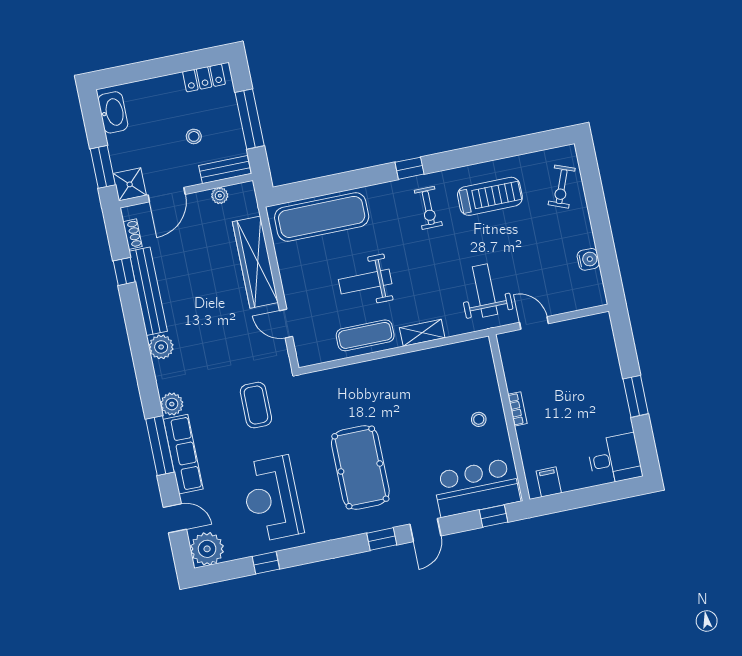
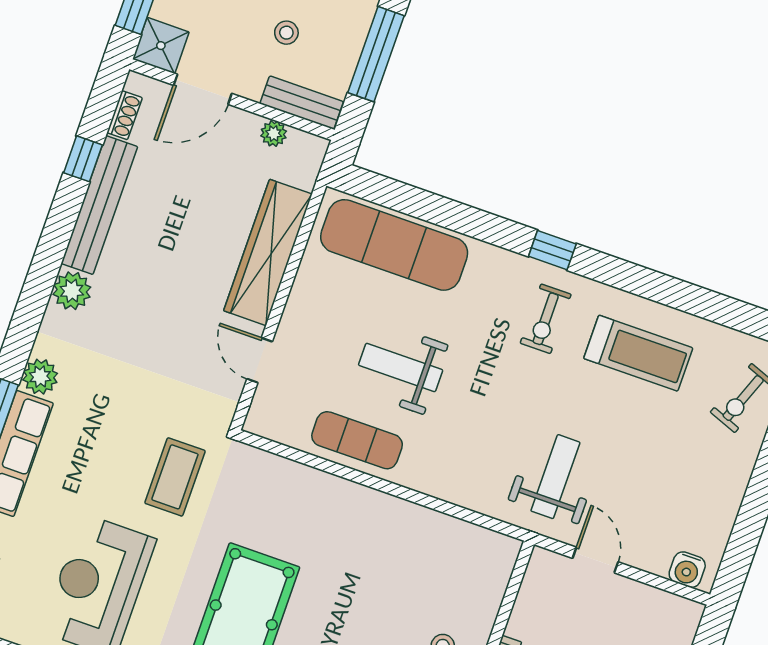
water cooler: (588, 259) -> (687, 570), moved, turned 90
shelving: (422, 333) -> (436, 483), removed
coffee table: (256, 405) -> (175, 477), moved

